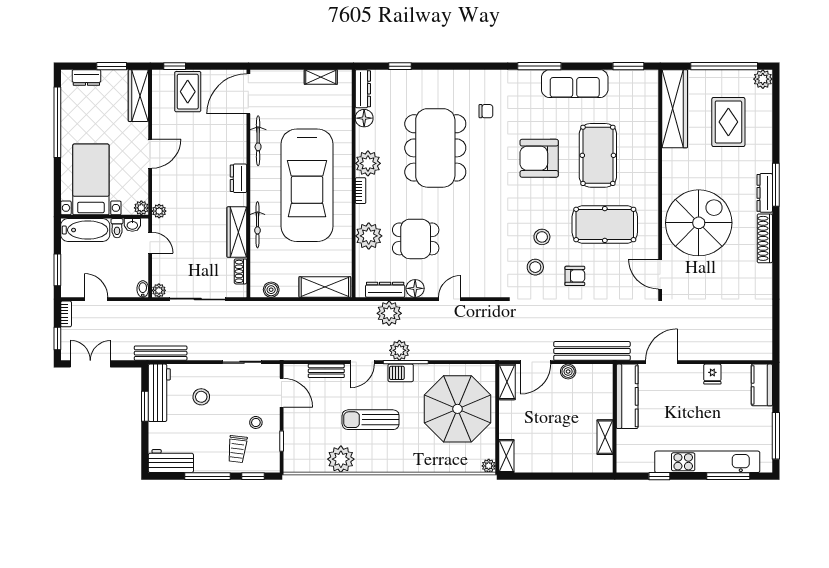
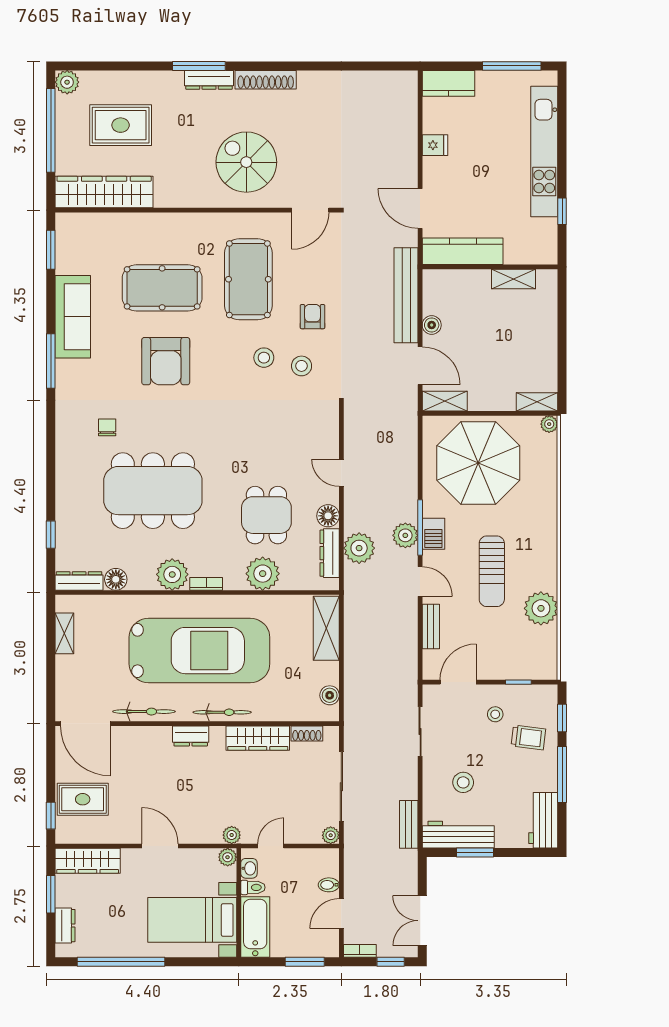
spiral stairs: (699, 223) -> (246, 162), width x0.73, depth x0.73
bicycle: (258, 225) -> (222, 712), moved
bidet: (143, 289) -> (329, 885), moved
bench: (161, 353) -> (409, 824), width x0.73
window: (728, 476) -> (562, 125), removed

